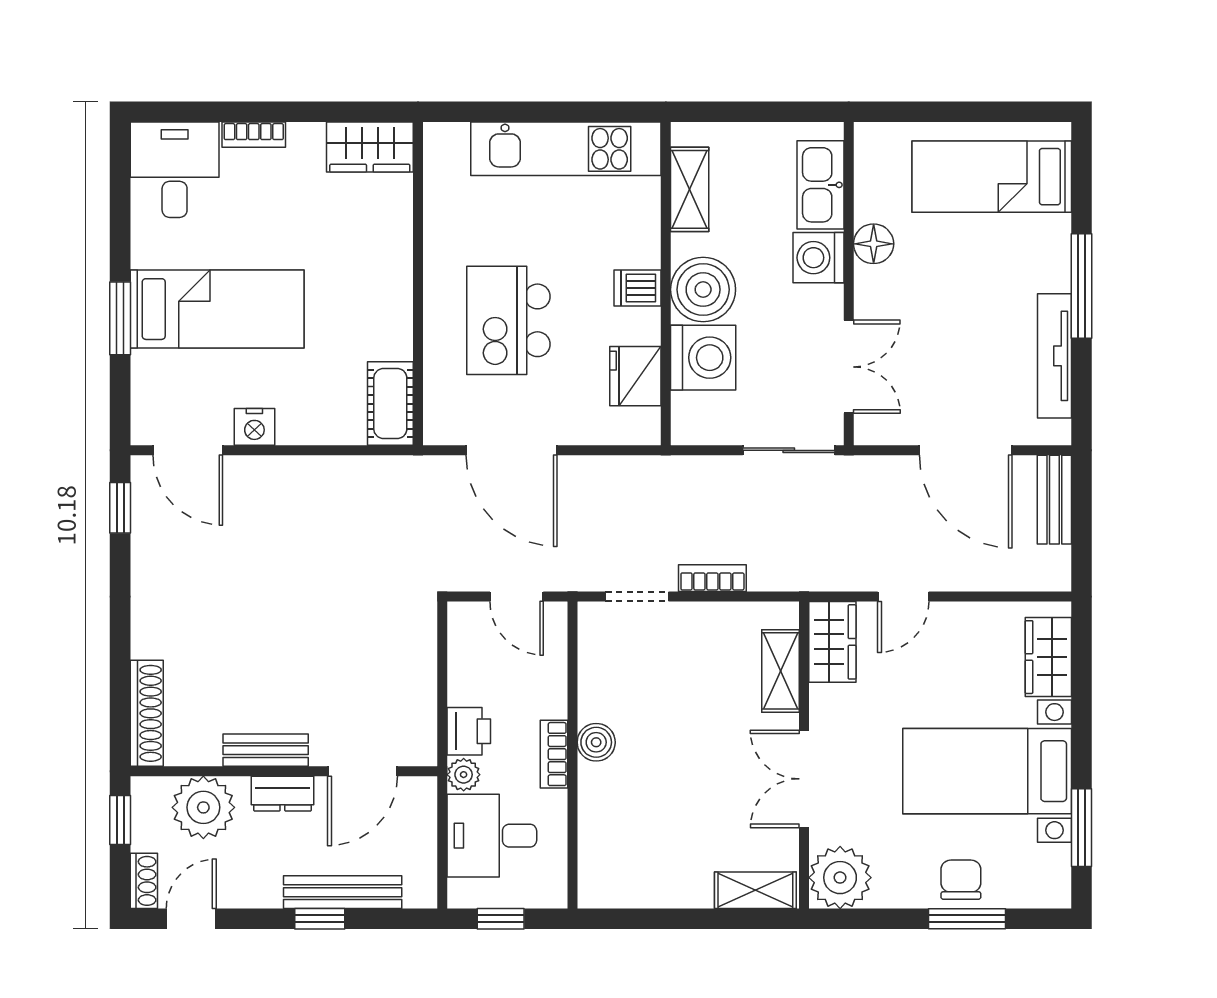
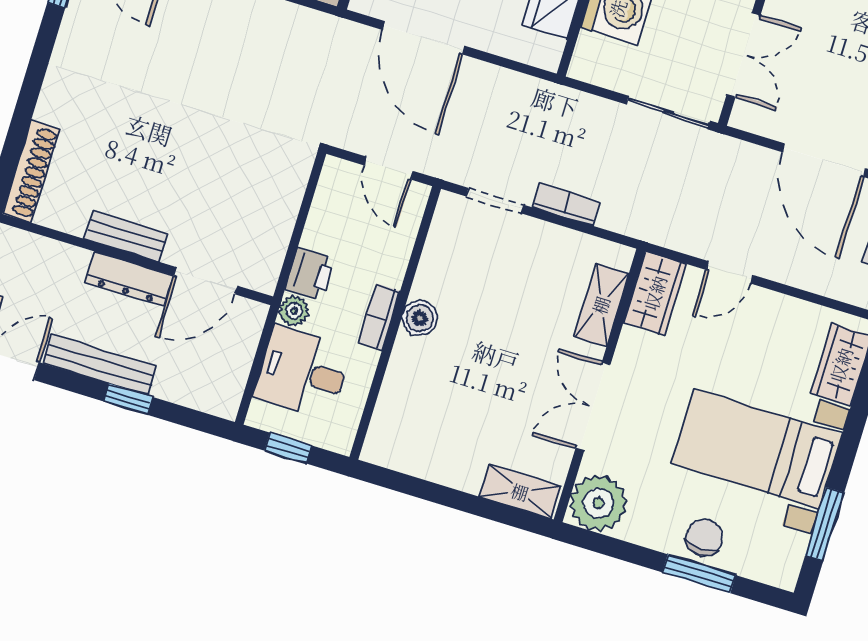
dresser: (282, 794) -> (129, 279), width x1.44
plant: (203, 807) -> (56, 270), removed
bench: (343, 892) -> (100, 365), moved

